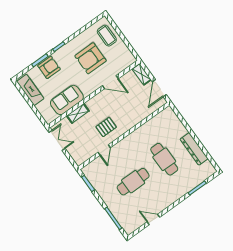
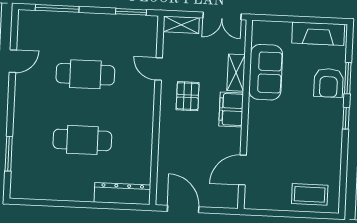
armchair: (91, 58) -> (297, 148), removed
shelving: (142, 74) -> (181, 25), moved
door: (110, 82) -> (243, 170), moved
filing cabinet: (96, 102) -> (231, 109), added
dresser: (194, 149) -> (122, 194), moved
cafe table: (133, 182) -> (85, 74), turned 90

